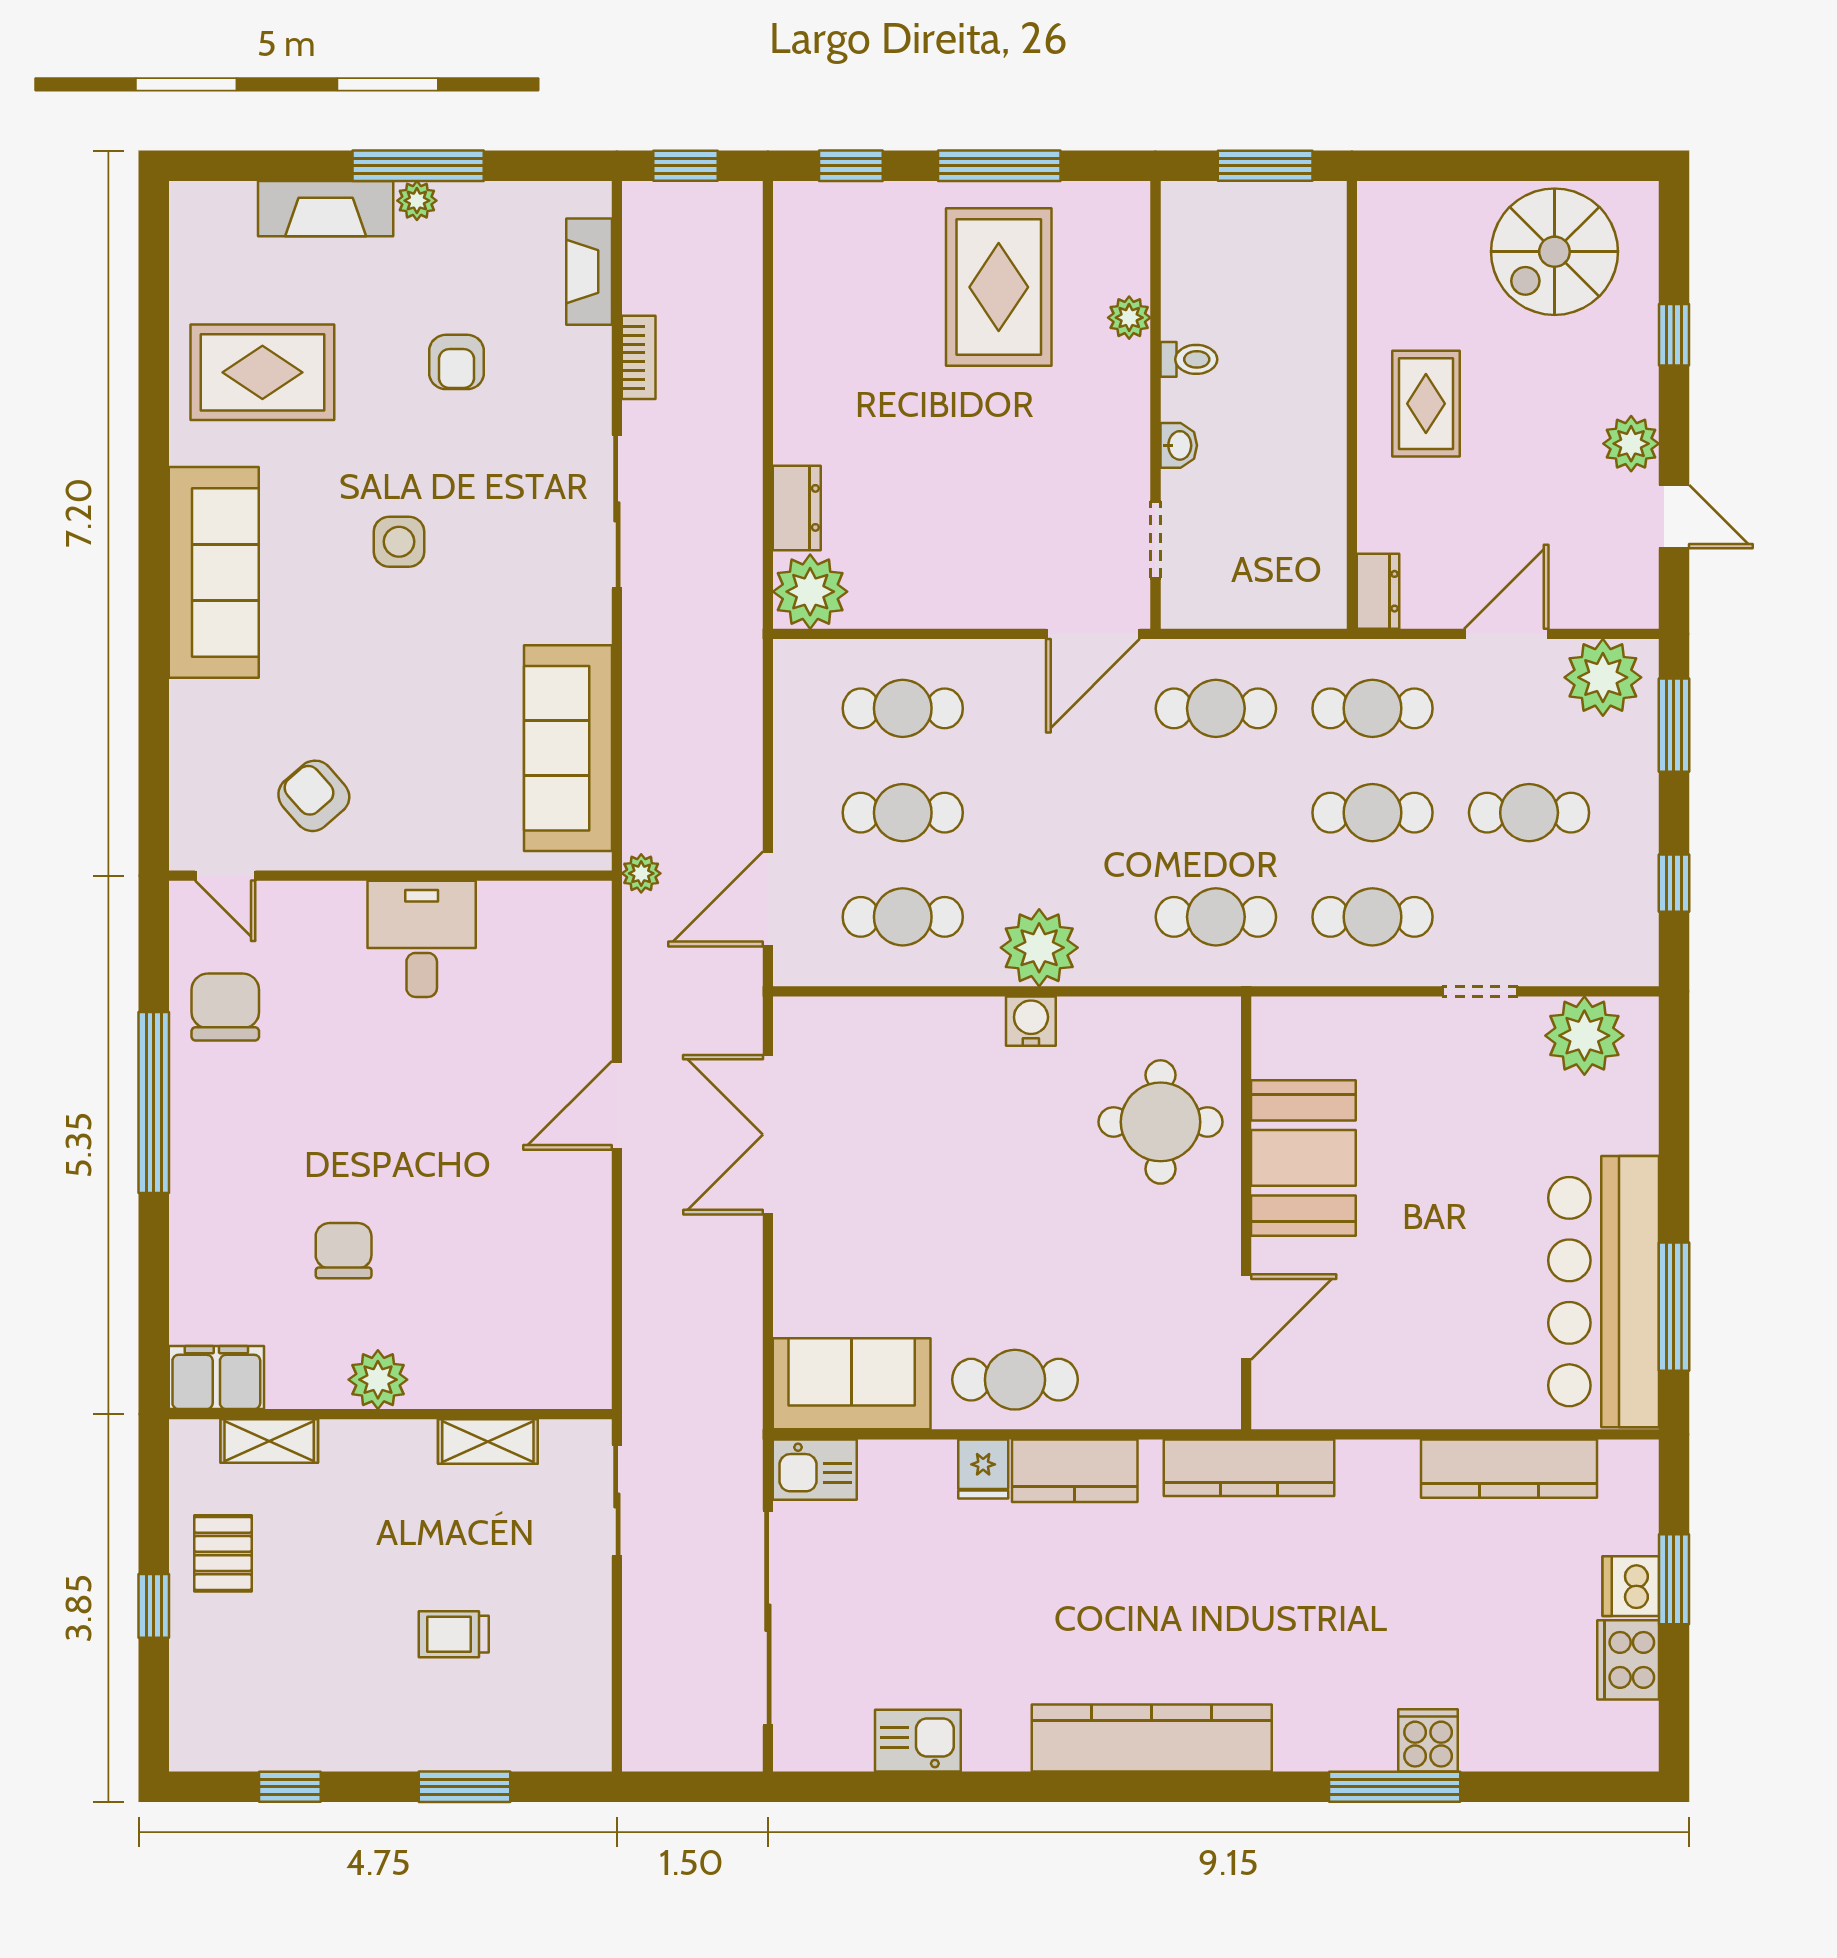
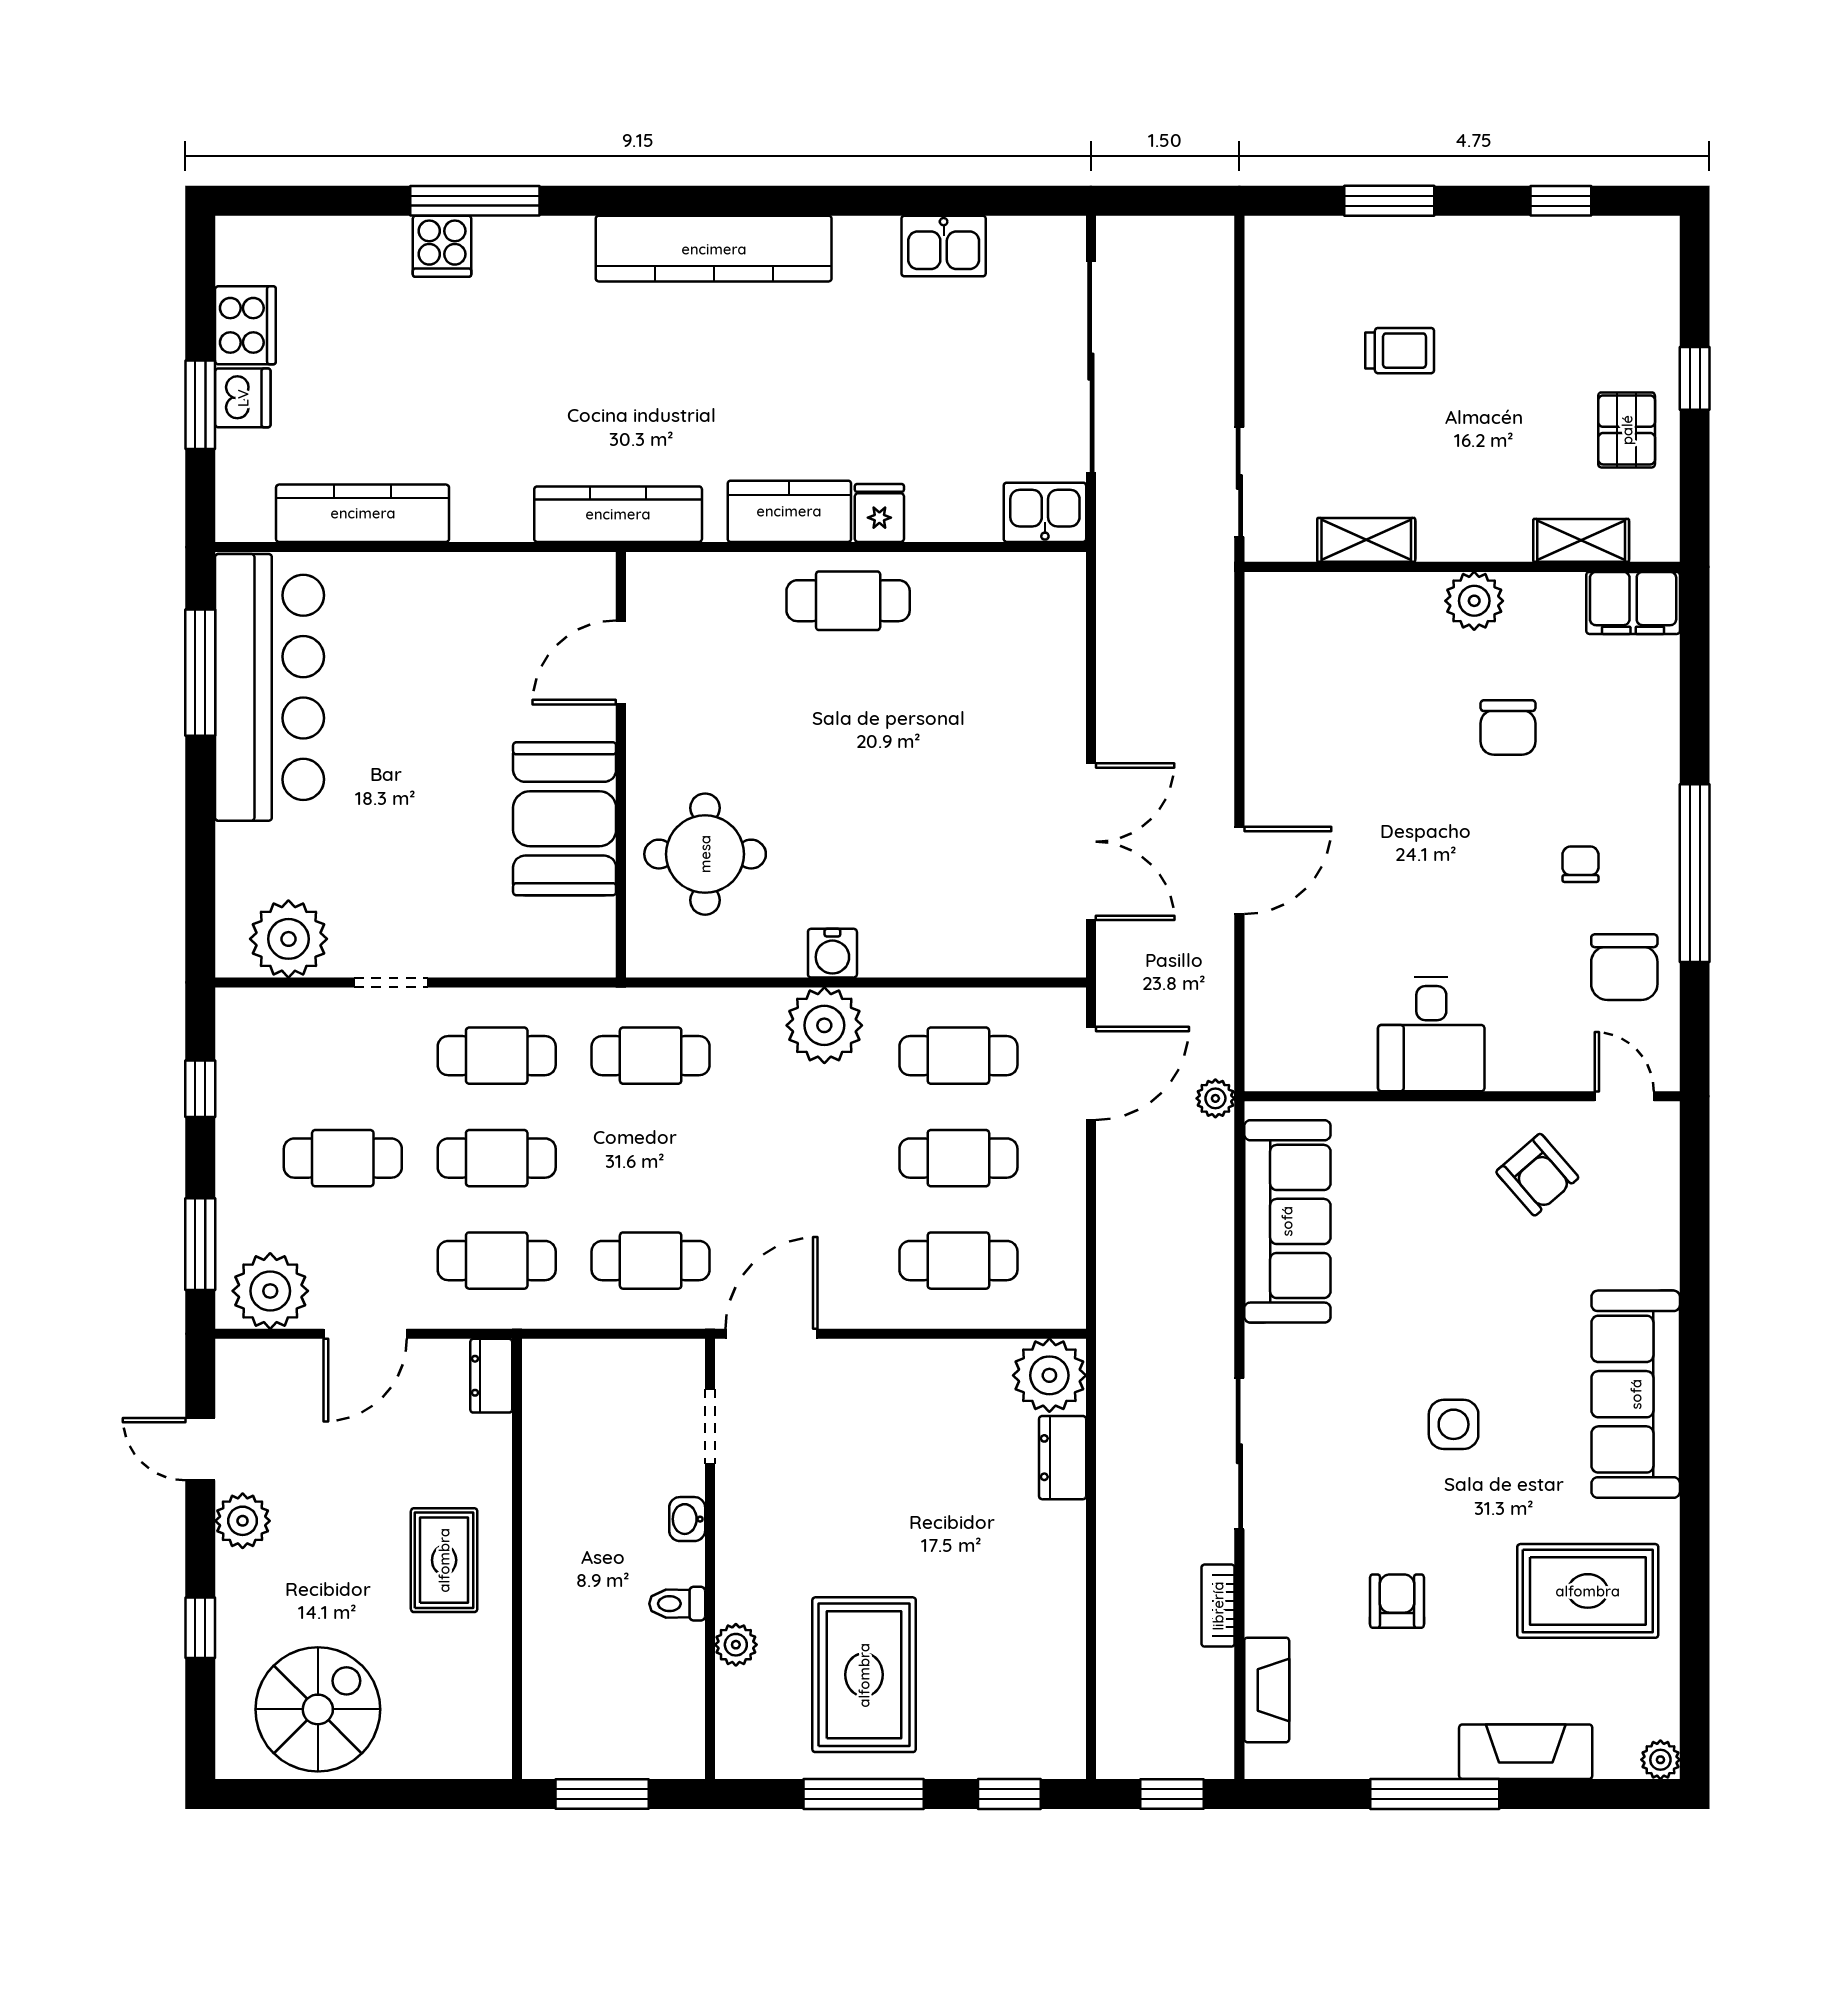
plant: (417, 201) -> (1660, 1760), moved
chair: (270, 1112) -> (1580, 864), added
sofa: (852, 1384) -> (1009, 597), removed

